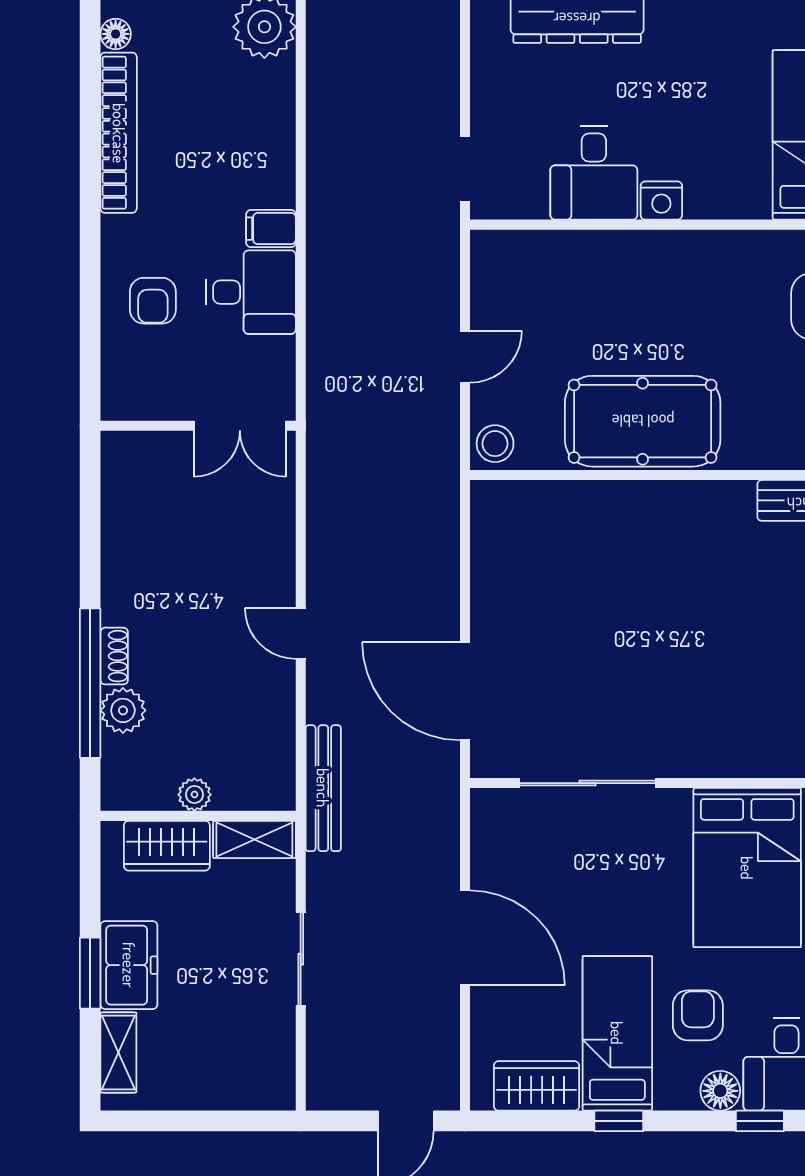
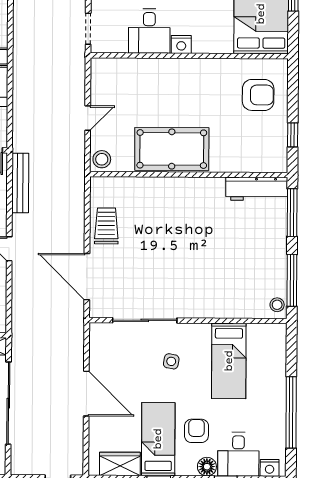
trolley: (505, 584) -> (106, 226), added
bench: (323, 788) -> (20, 183), moved
bed: (747, 868) -> (229, 361), width x0.67
side table: (644, 869) -> (171, 361), added
sliding door: (301, 959) -> (8, 403), width x1.86

